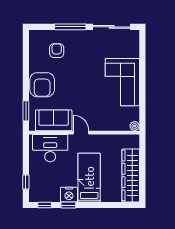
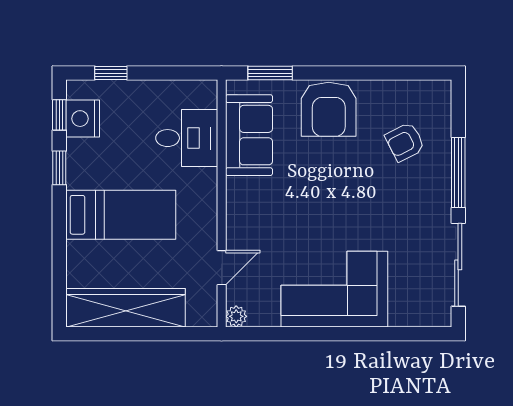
armchair: (57, 51) -> (405, 142), turned 153
armchair: (42, 85) -> (329, 109), turned -90
door: (81, 133) -> (222, 268), moved
desk: (50, 148) -> (187, 138), width x0.73
nightstand: (69, 195) -> (83, 119), moved

